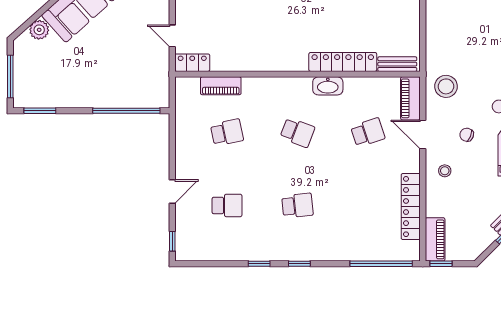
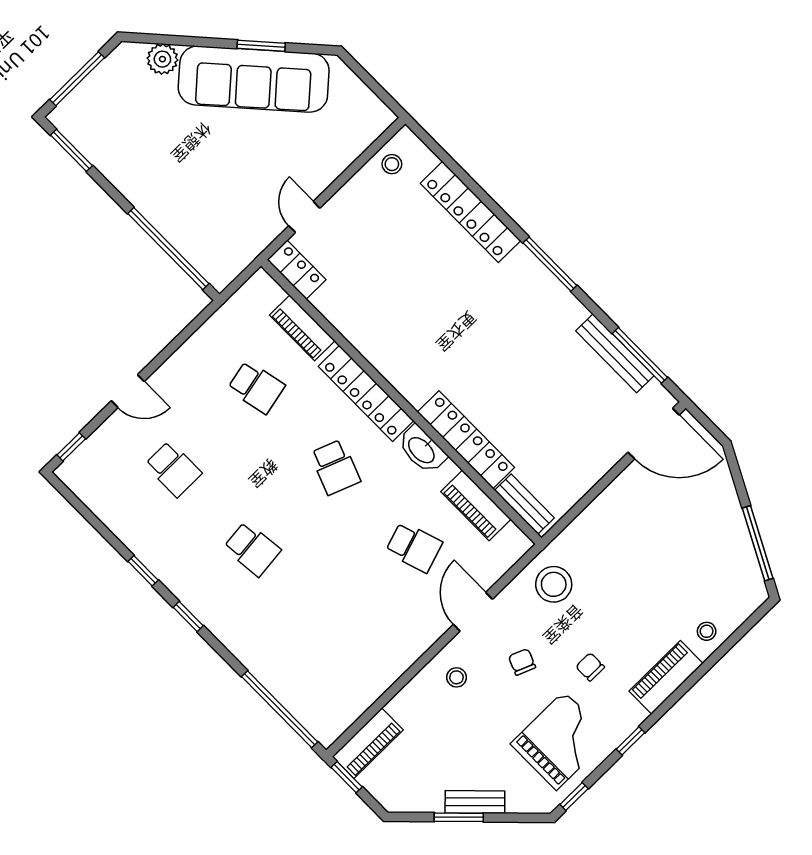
piano: (410, 98) -> (476, 505), moved, turned -90
locker: (411, 207) -> (366, 393), moved, turned -90

